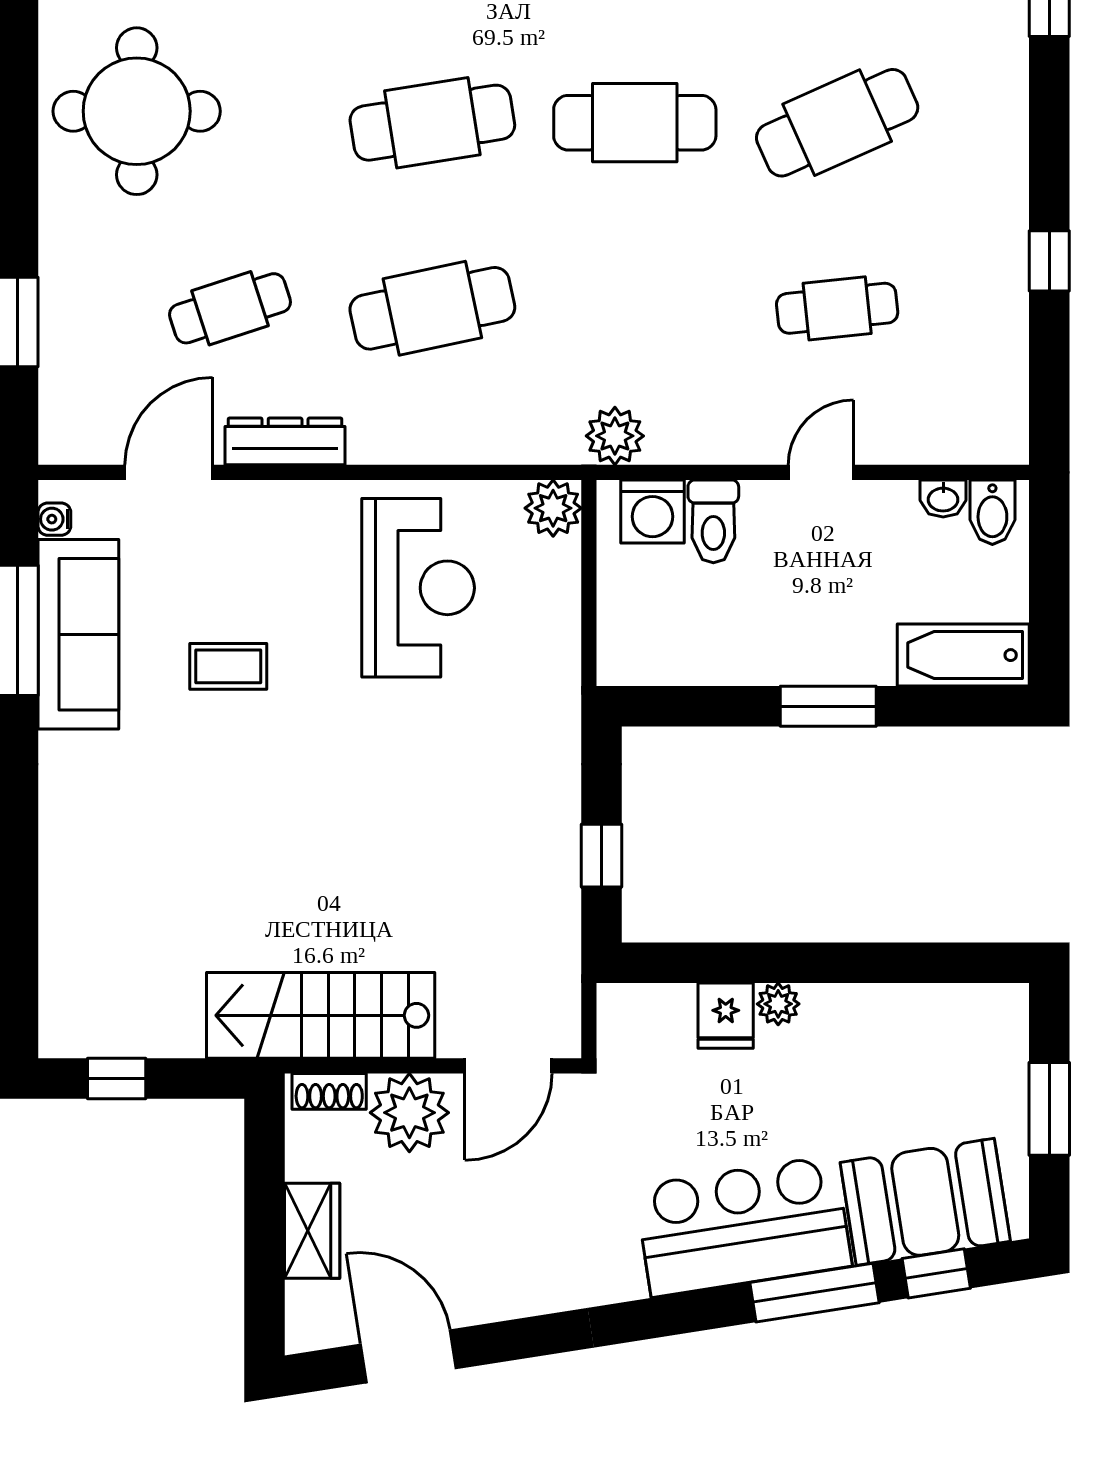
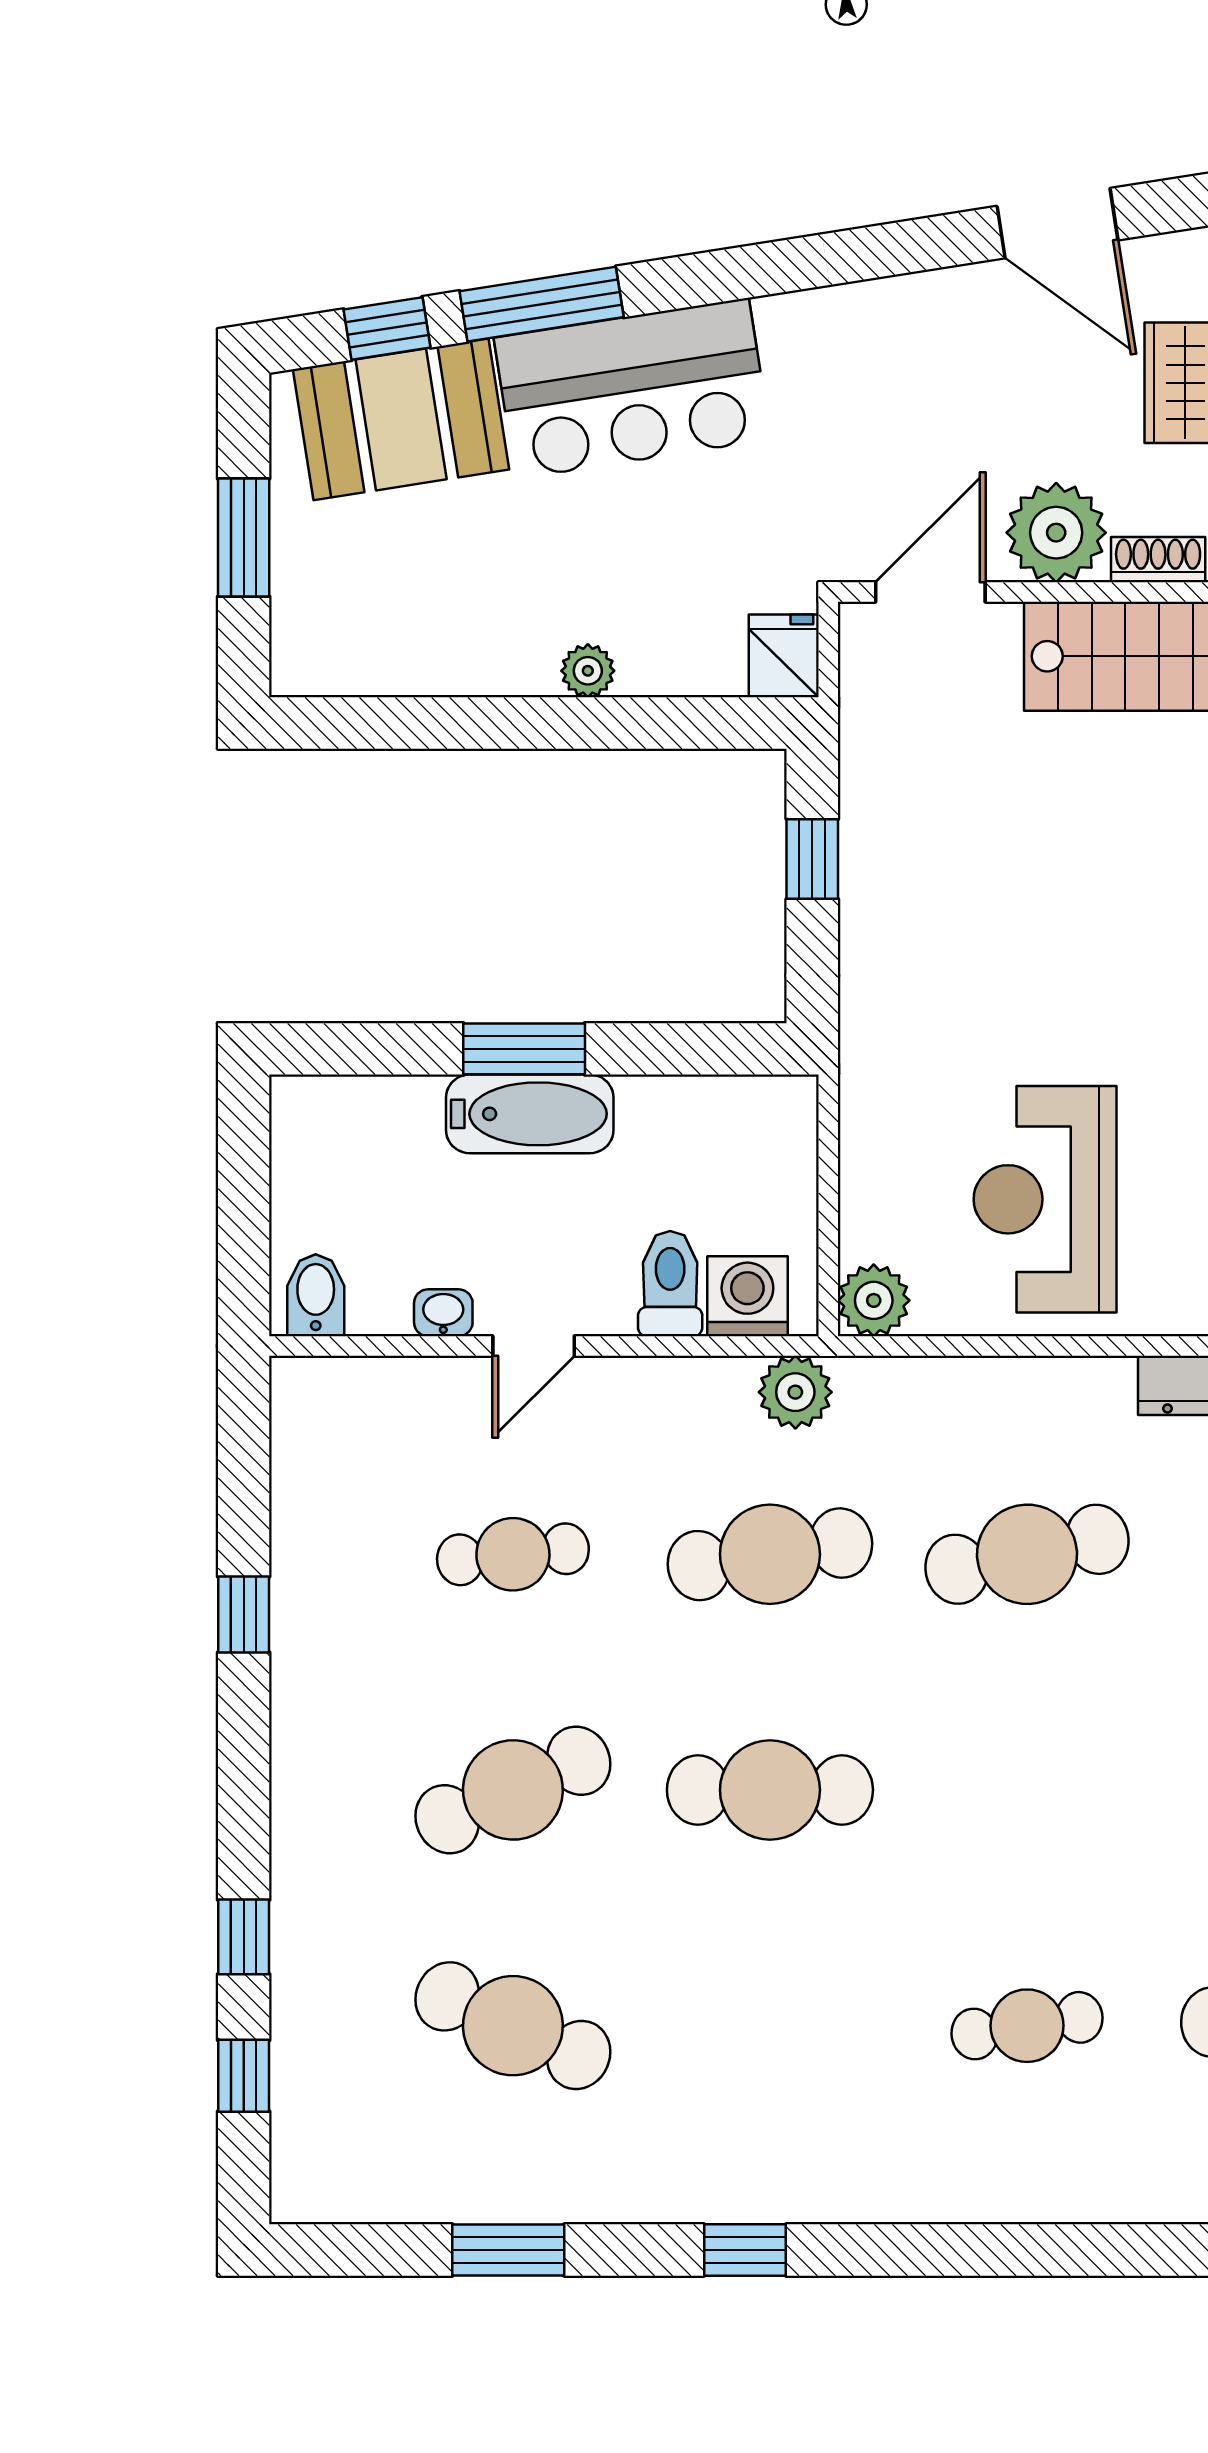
cafe table: (432, 123) -> (770, 1554), moved
washbasin: (943, 498) -> (443, 1313), moved
bathtub: (963, 655) -> (530, 1114), moved
fridge: (726, 1016) -> (784, 656), moved

